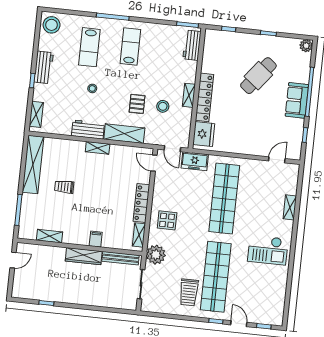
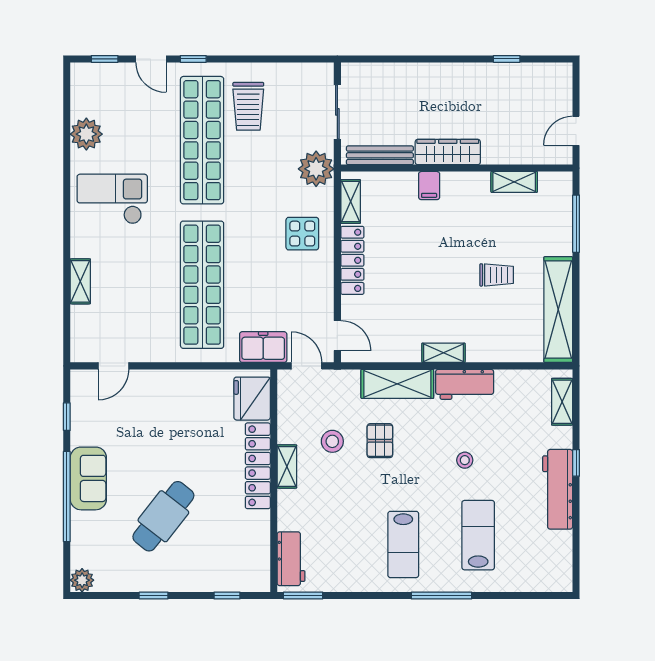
stool: (52, 25) -> (552, 569), removed
workbench: (44, 67) -> (558, 489), width x1.38
plant: (278, 287) -> (86, 134), added
trolley: (189, 292) -> (248, 106), turned 180

